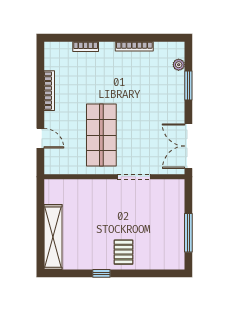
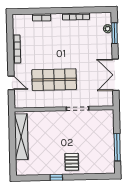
window: (188, 86) -> (115, 33), moved
shop shelf: (101, 135) -> (54, 80), turned 90
double door: (188, 146) -> (116, 75), moved
shelving: (53, 237) -> (21, 137), moved

